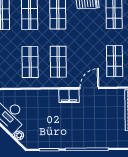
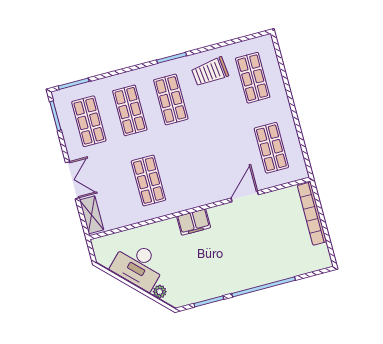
shop shelf: (58, 62) -> (189, 170), removed
filing cabinet: (69, 96) -> (194, 222), moved

